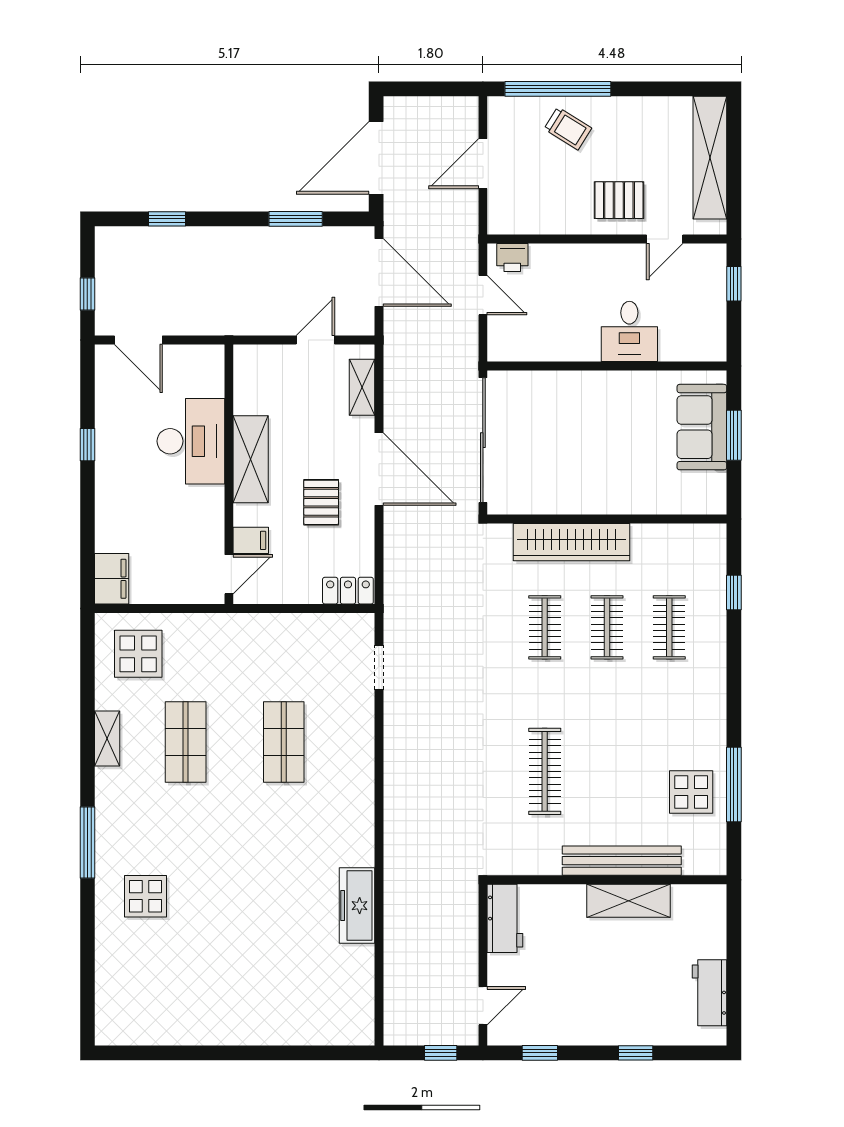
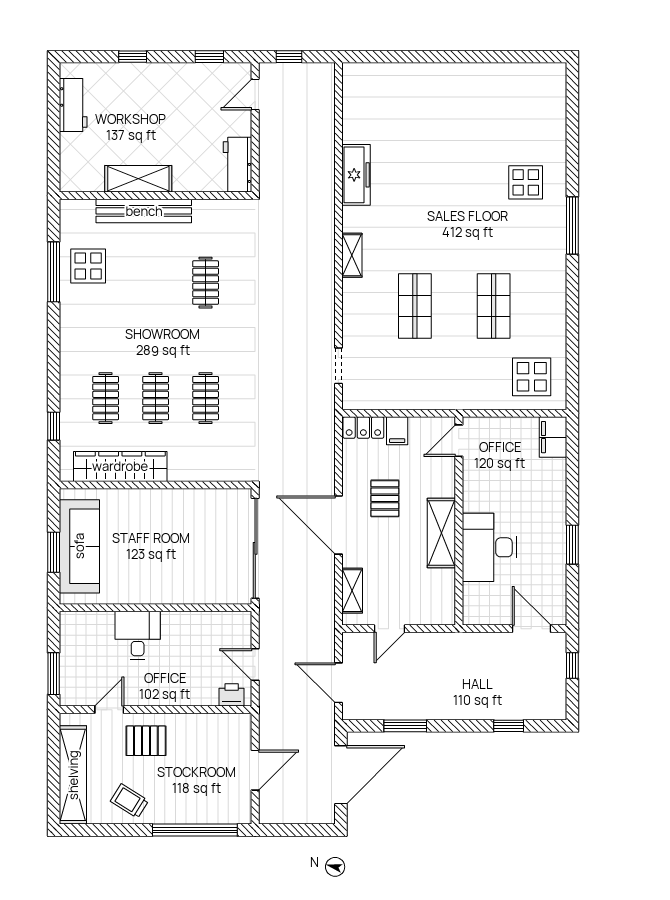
trolley: (568, 128) -> (129, 801), moved
door: (379, 273) -> (338, 683), width x0.73
window: (734, 284) -> (54, 674), width x1.50
sofa: (702, 427) -> (79, 546), width x1.36
window: (87, 445) -> (572, 545), width x1.50
filing cabinet: (251, 540) -> (397, 431), moved, turned -90
wardrobe: (571, 542) -> (120, 466), moved
shelving: (107, 739) -> (352, 255), moved
clothes rail: (545, 771) -> (206, 283), width x0.73

